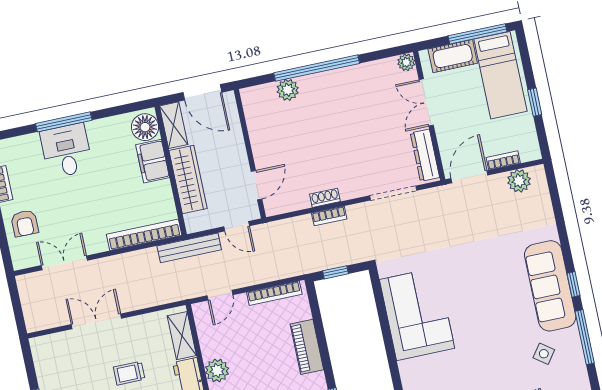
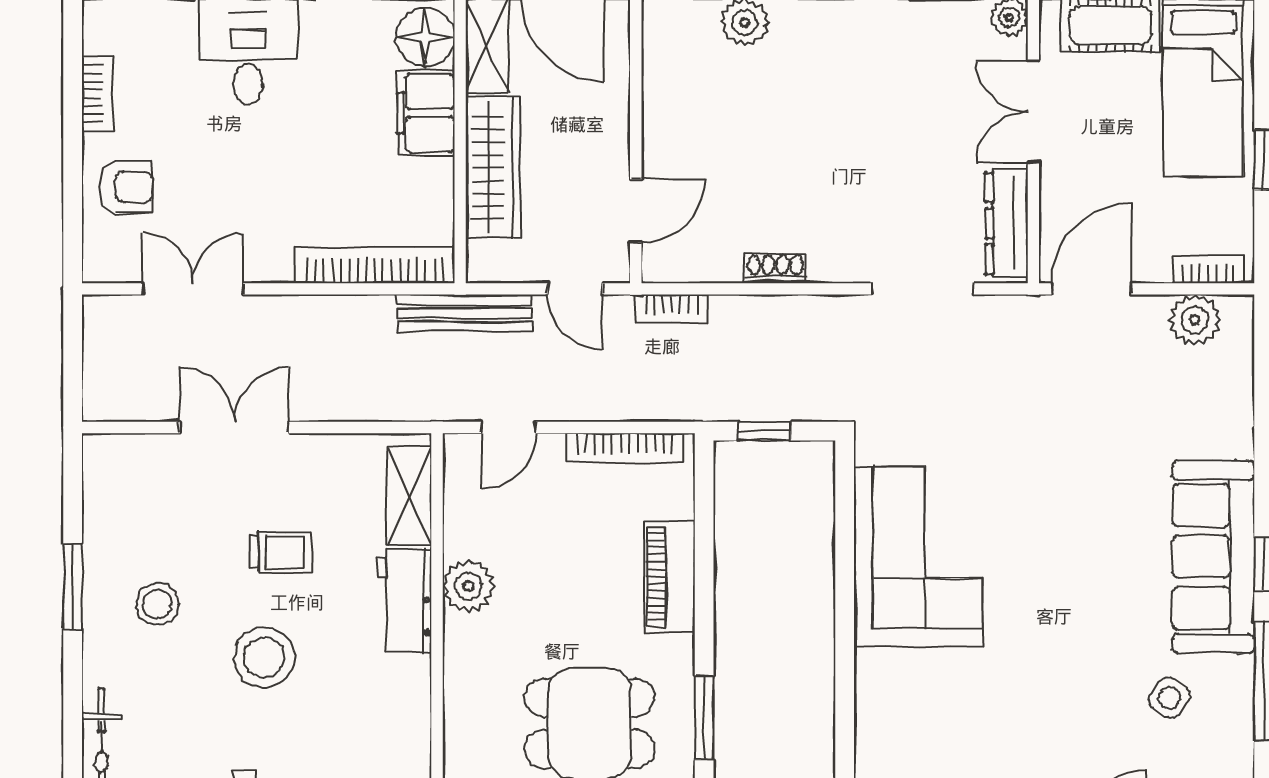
bookcase: (503, 160) -> (1208, 269), moved
bookcase: (329, 216) -> (671, 309), moved
armchair: (25, 223) -> (127, 187), turned -90
trolley: (129, 373) -> (281, 552), turned 180

